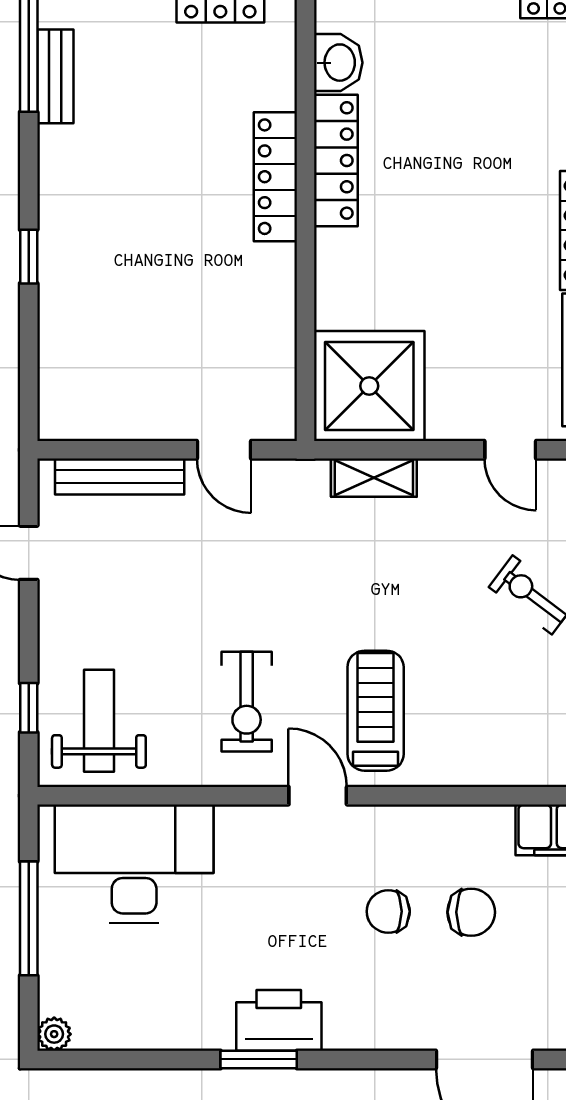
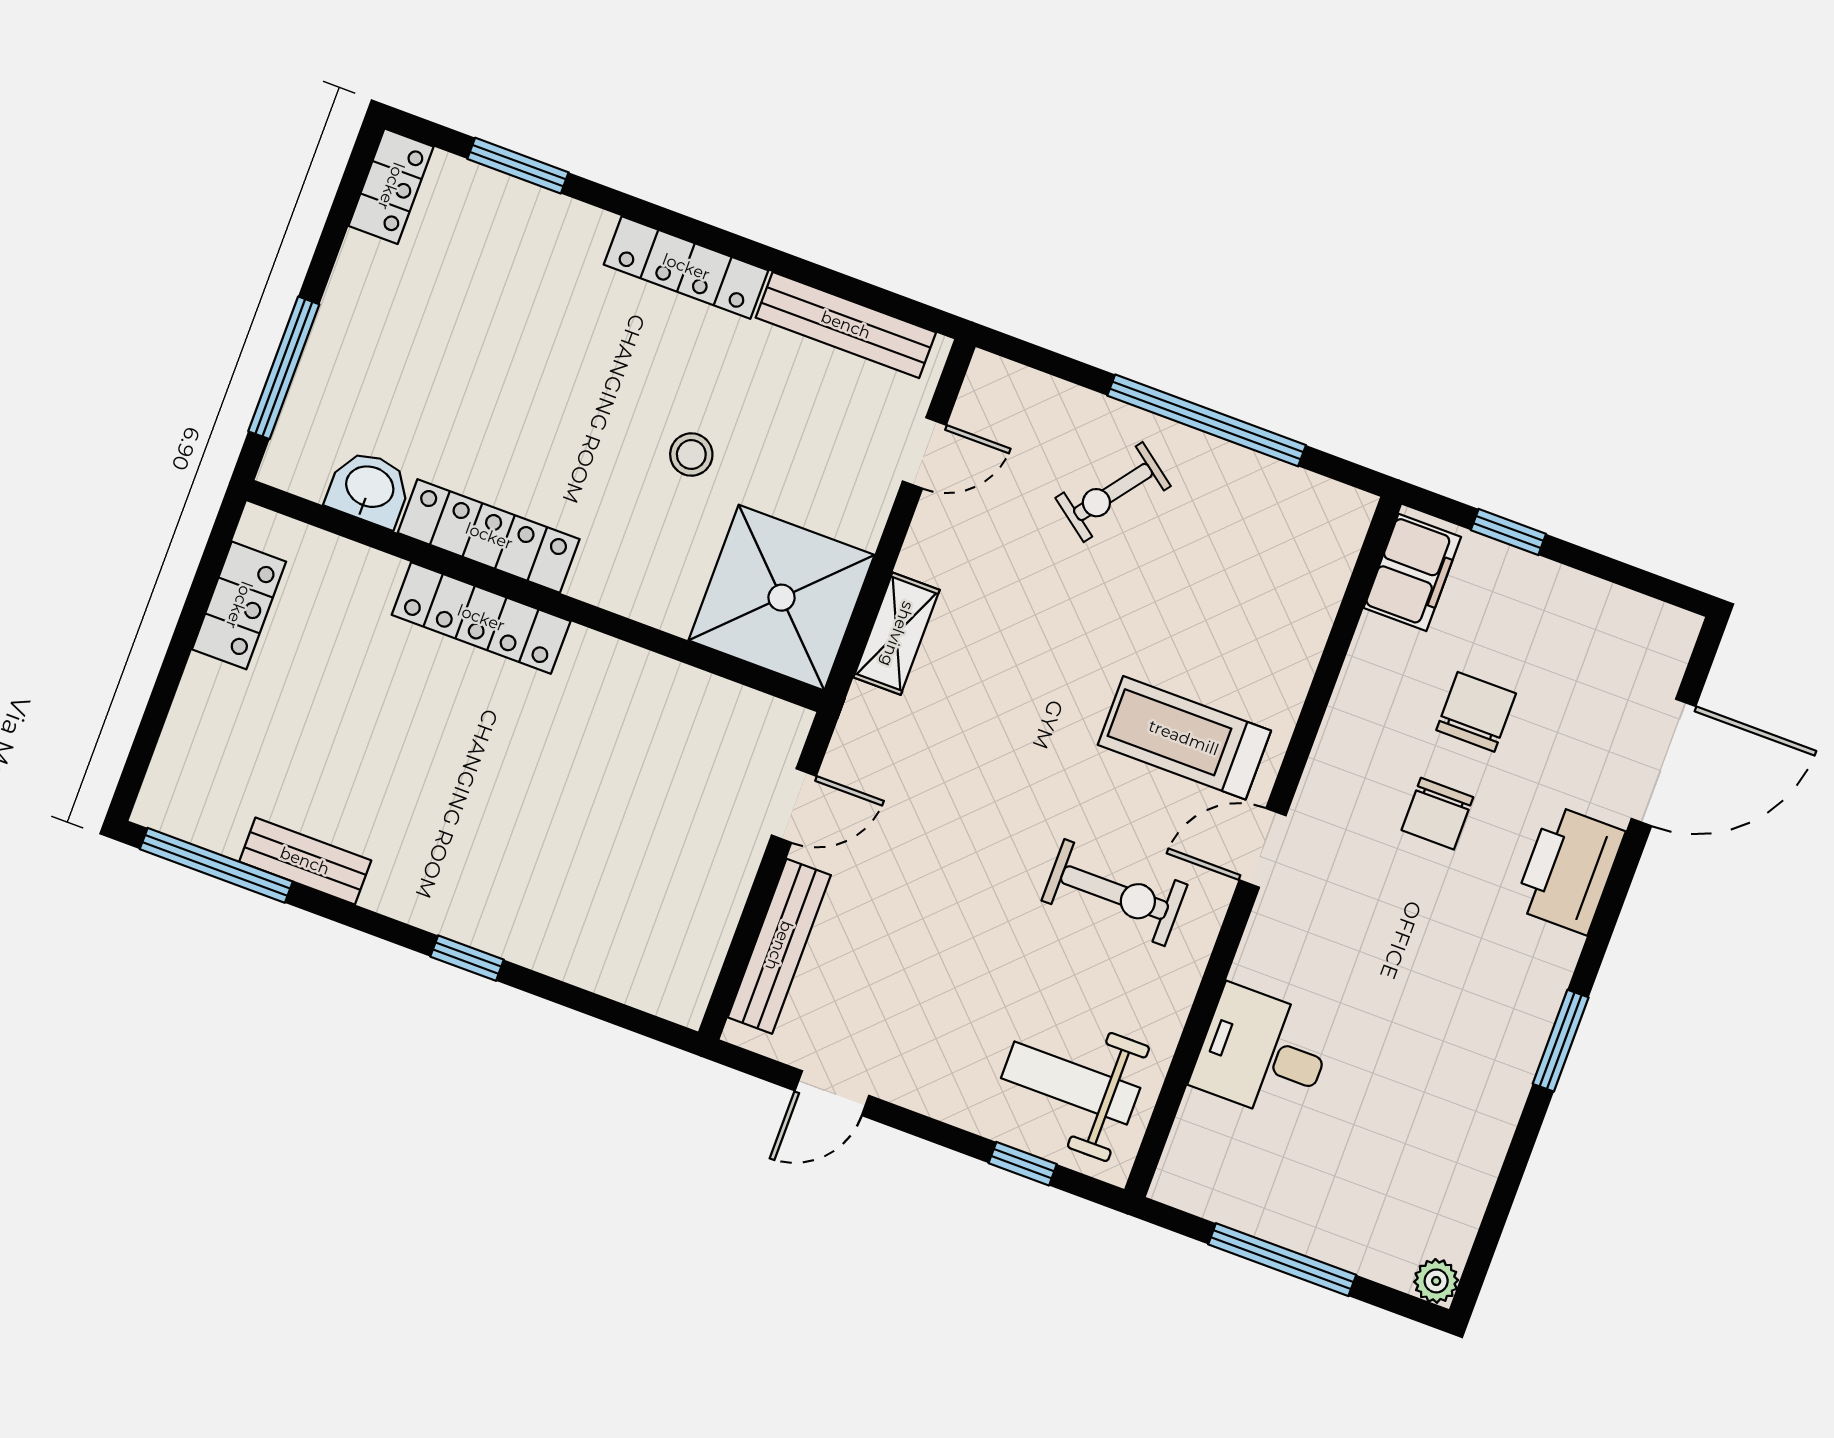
bench: (55, 76) -> (305, 861), moved
stool: (448, 284) -> (691, 455), added
desk: (134, 864) -> (1263, 1053), width x0.53, depth x0.77
printer: (279, 1020) -> (1569, 870), moved

